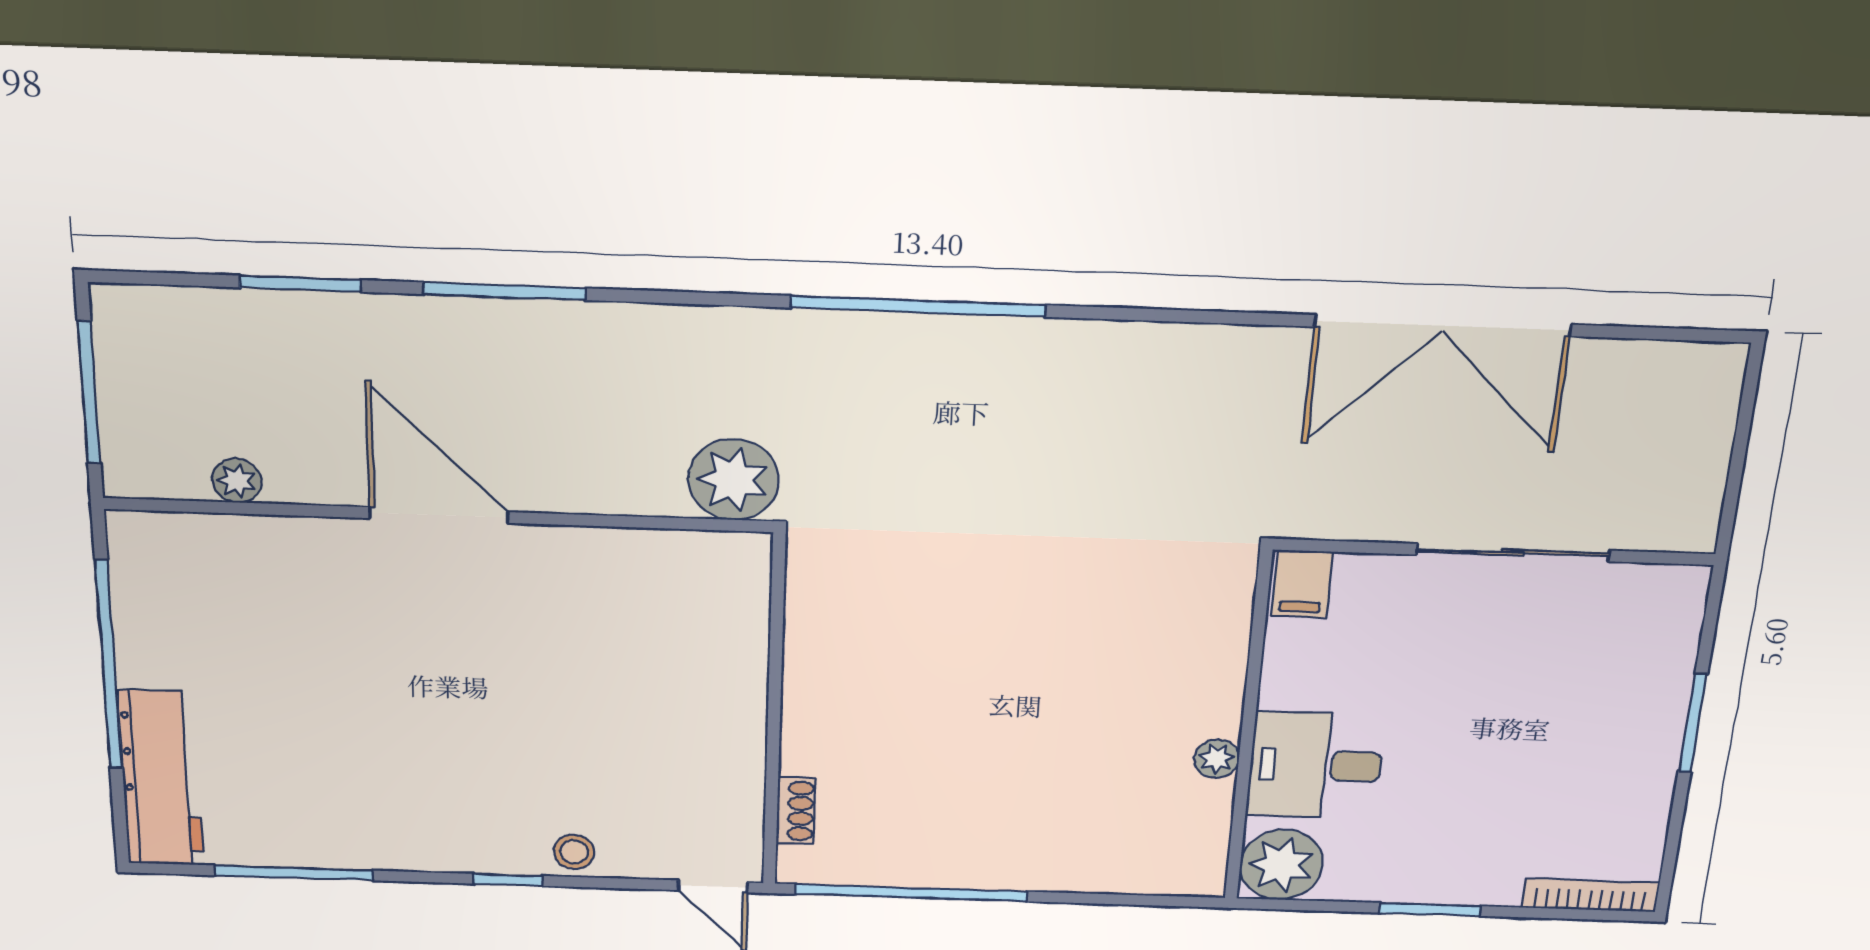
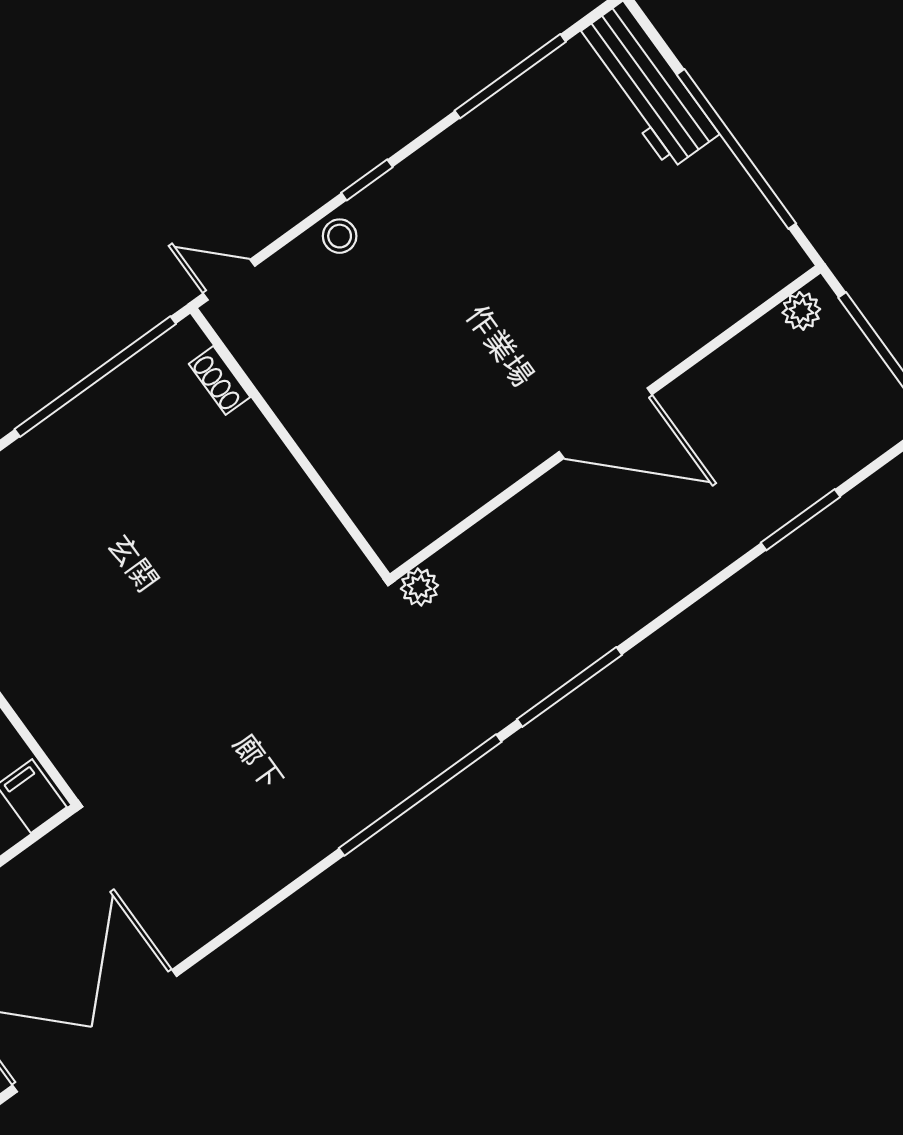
window: (505, 291) -> (569, 687), moved
plant: (733, 480) -> (419, 587), width x0.53, depth x0.53
plant: (237, 481) -> (801, 311), moved

